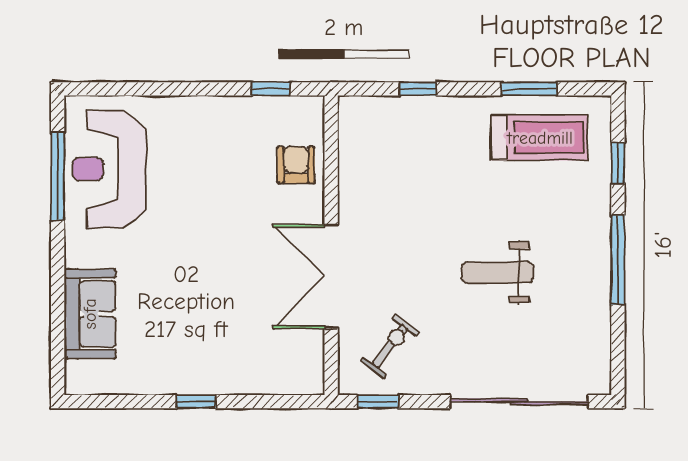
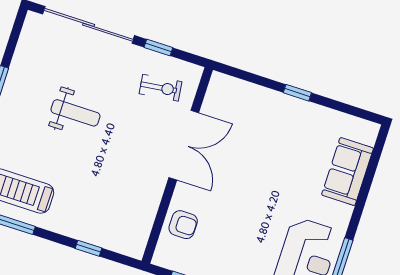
armchair: (296, 165) -> (183, 225), turned -90
exercise bike: (390, 346) -> (161, 88), turned -134
window: (378, 402) -> (158, 47), moved

